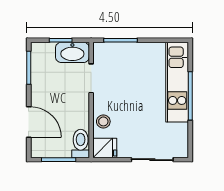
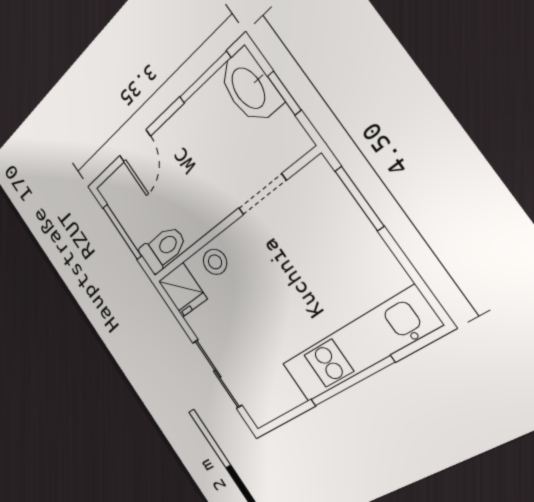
washbasin: (72, 52) -> (249, 87), moved
door: (29, 122) -> (135, 146), width x0.73

